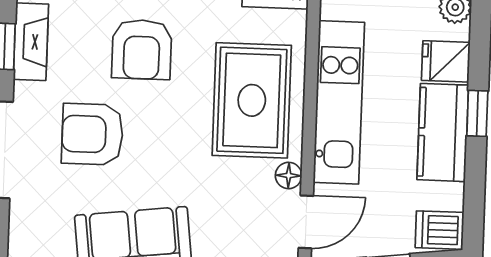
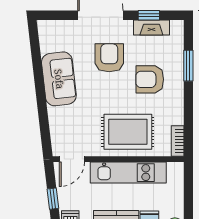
floor lamp: (289, 175) -> (93, 150), removed
door: (306, 222) -> (72, 159), hinge flipped

